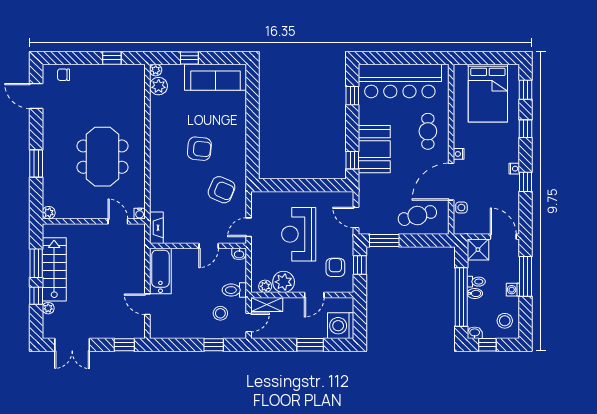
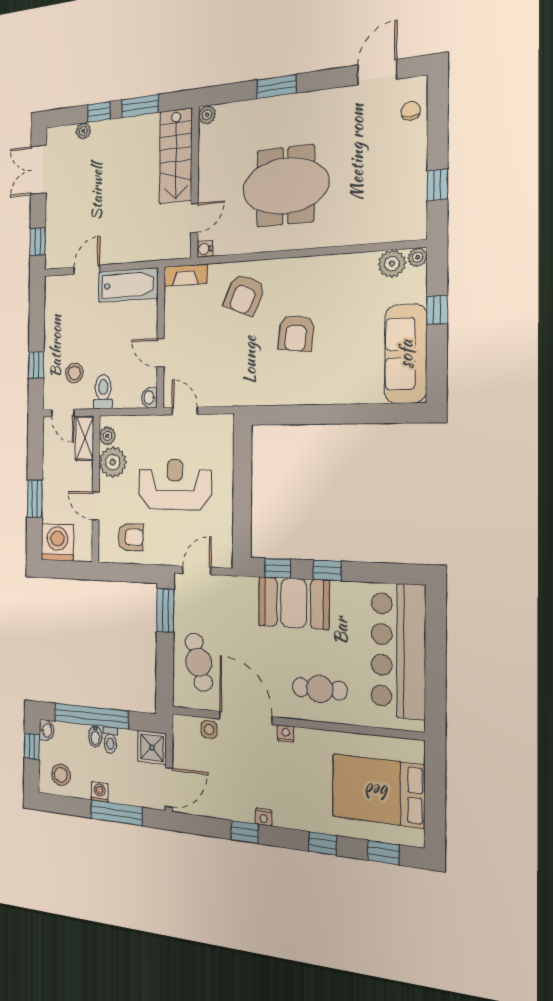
window: (352, 96) -> (327, 570), moved
armchair: (222, 190) -> (244, 295), moved
window: (360, 265) -> (133, 573), removed
stairs: (54, 269) -> (176, 156), moved, turned 90

